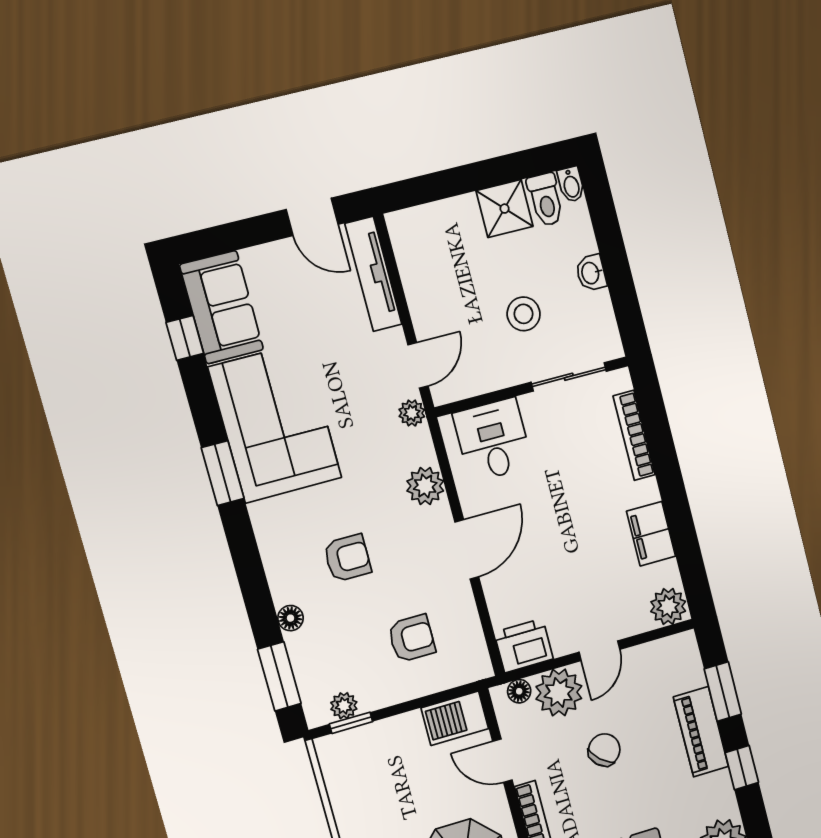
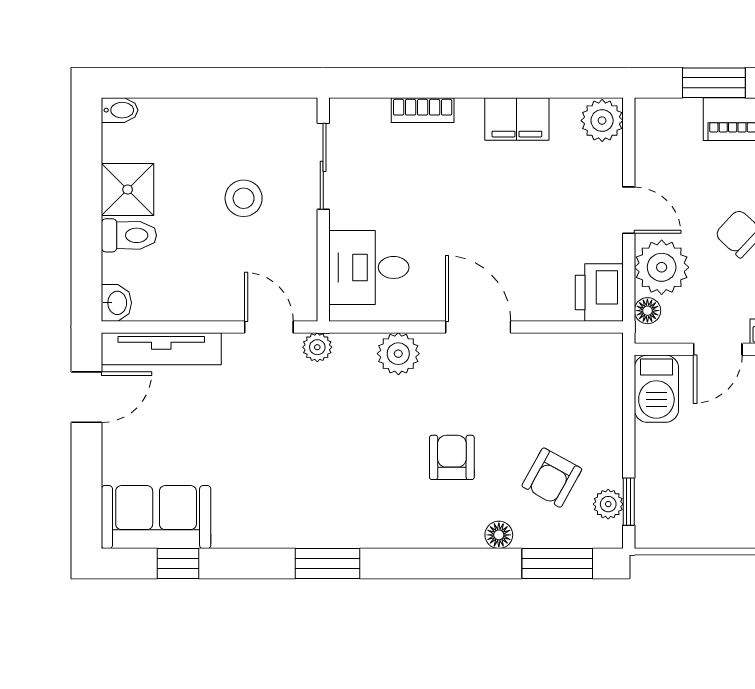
toilet: (546, 200) -> (129, 235), moved
washbasin: (591, 273) -> (116, 303), moved, turned -90
corner sofa: (275, 423) -> (290, 495), removed
bookcase: (634, 435) -> (423, 110), width x0.64
armchair: (412, 638) -> (552, 478), moved, turned -151

